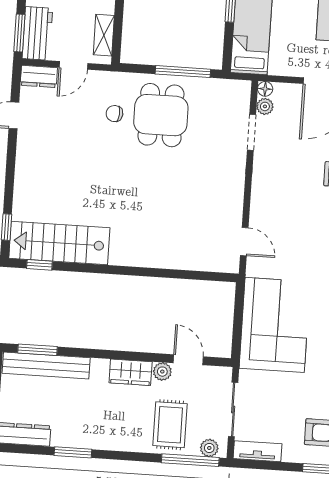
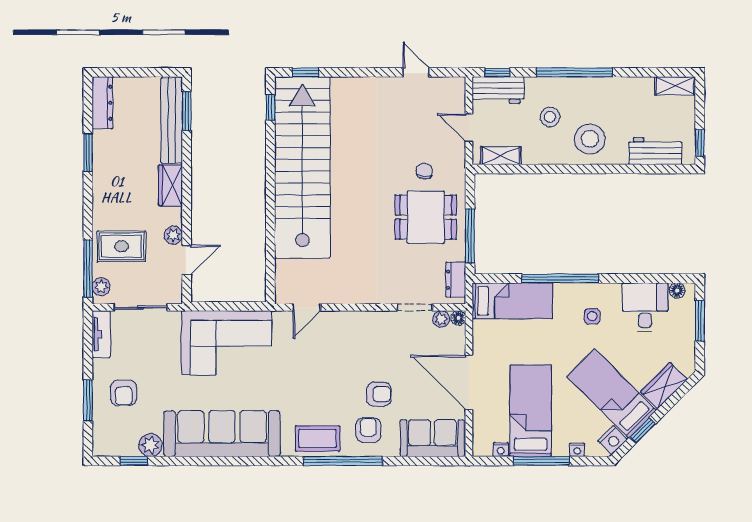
window: (19, 33) -> (497, 72), width x0.67
dresser: (39, 77) -> (456, 280), moved
stairs: (59, 243) -> (302, 167), width x1.86, depth x1.51
wardrobe: (131, 372) -> (170, 185), moved

